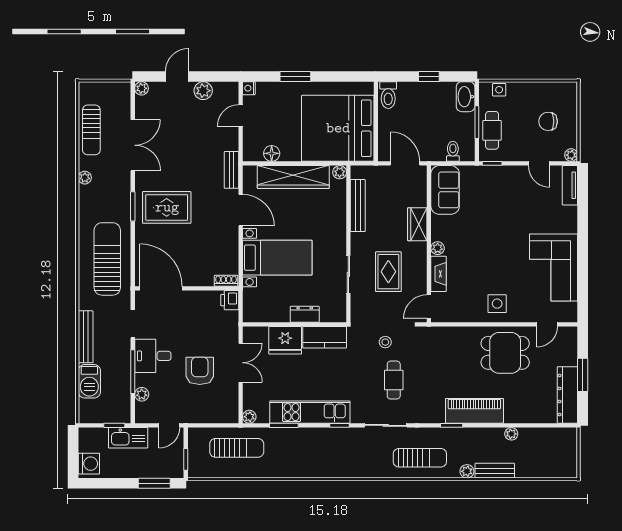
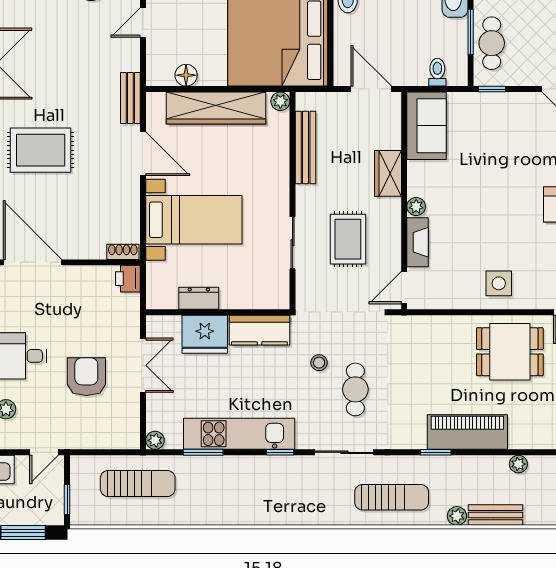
dresser: (305, 314) -> (199, 298), moved
stool: (385, 342) -> (319, 363), moved

